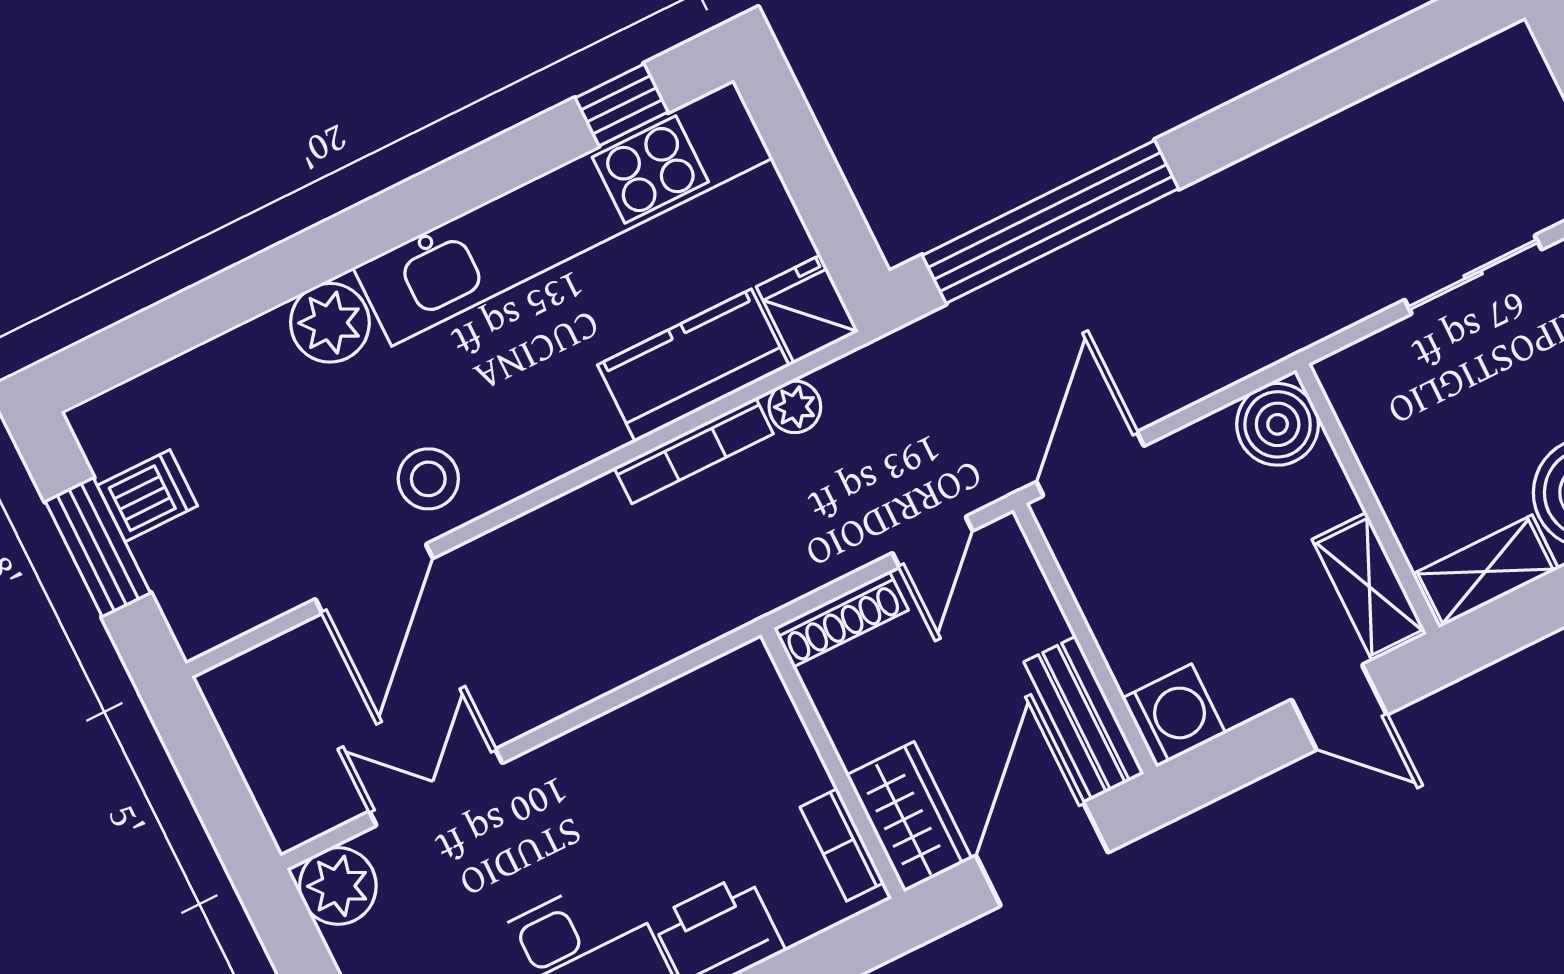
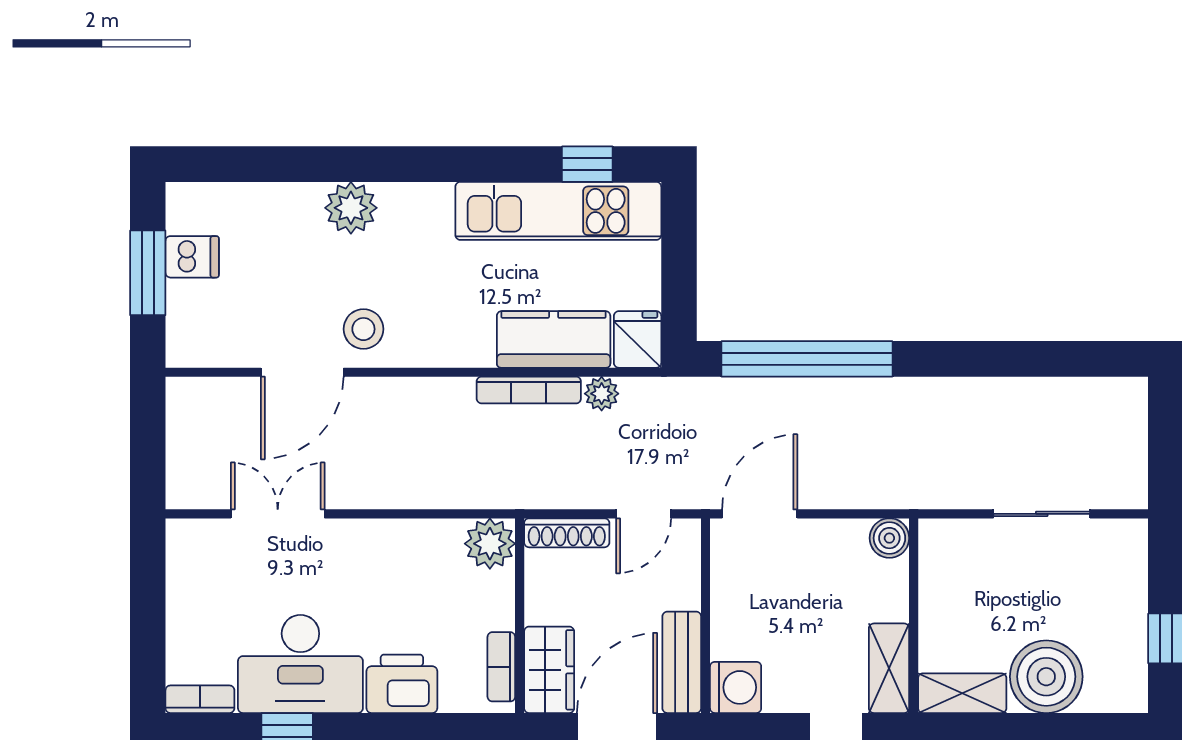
kitchen unit: (563, 213) -> (558, 211), width x0.73
boiler: (1278, 424) -> (889, 538), width x0.73, depth x0.73
plant: (338, 886) -> (490, 544), moved

